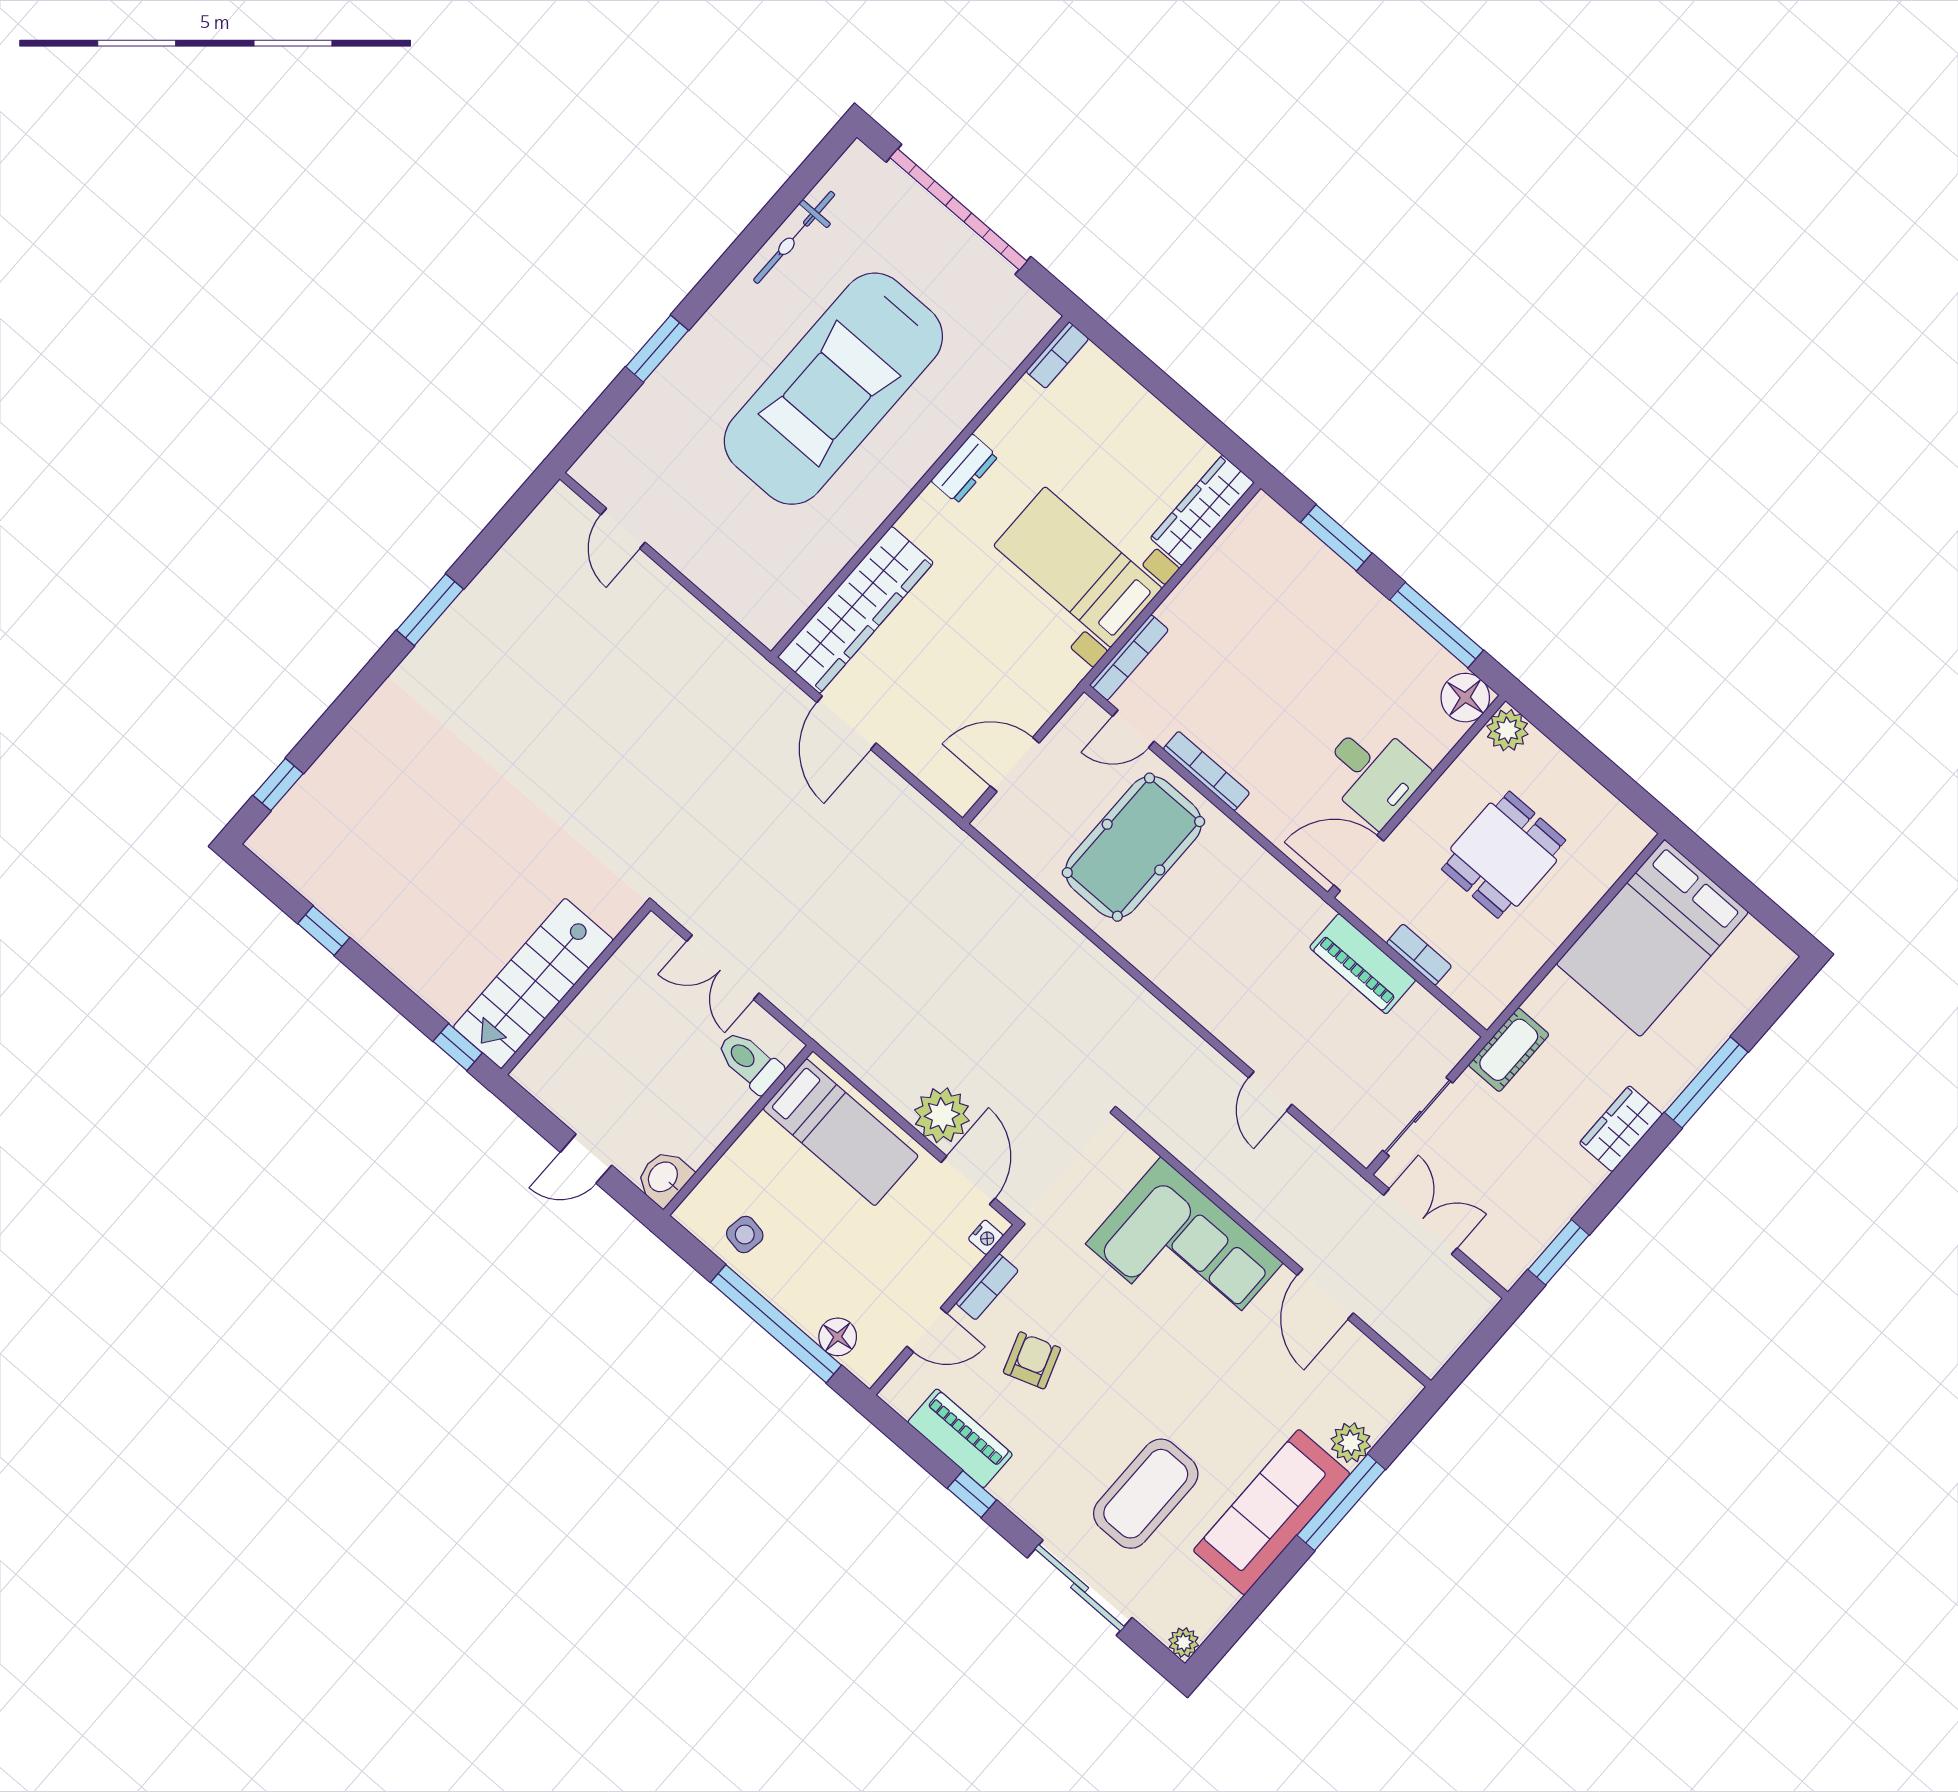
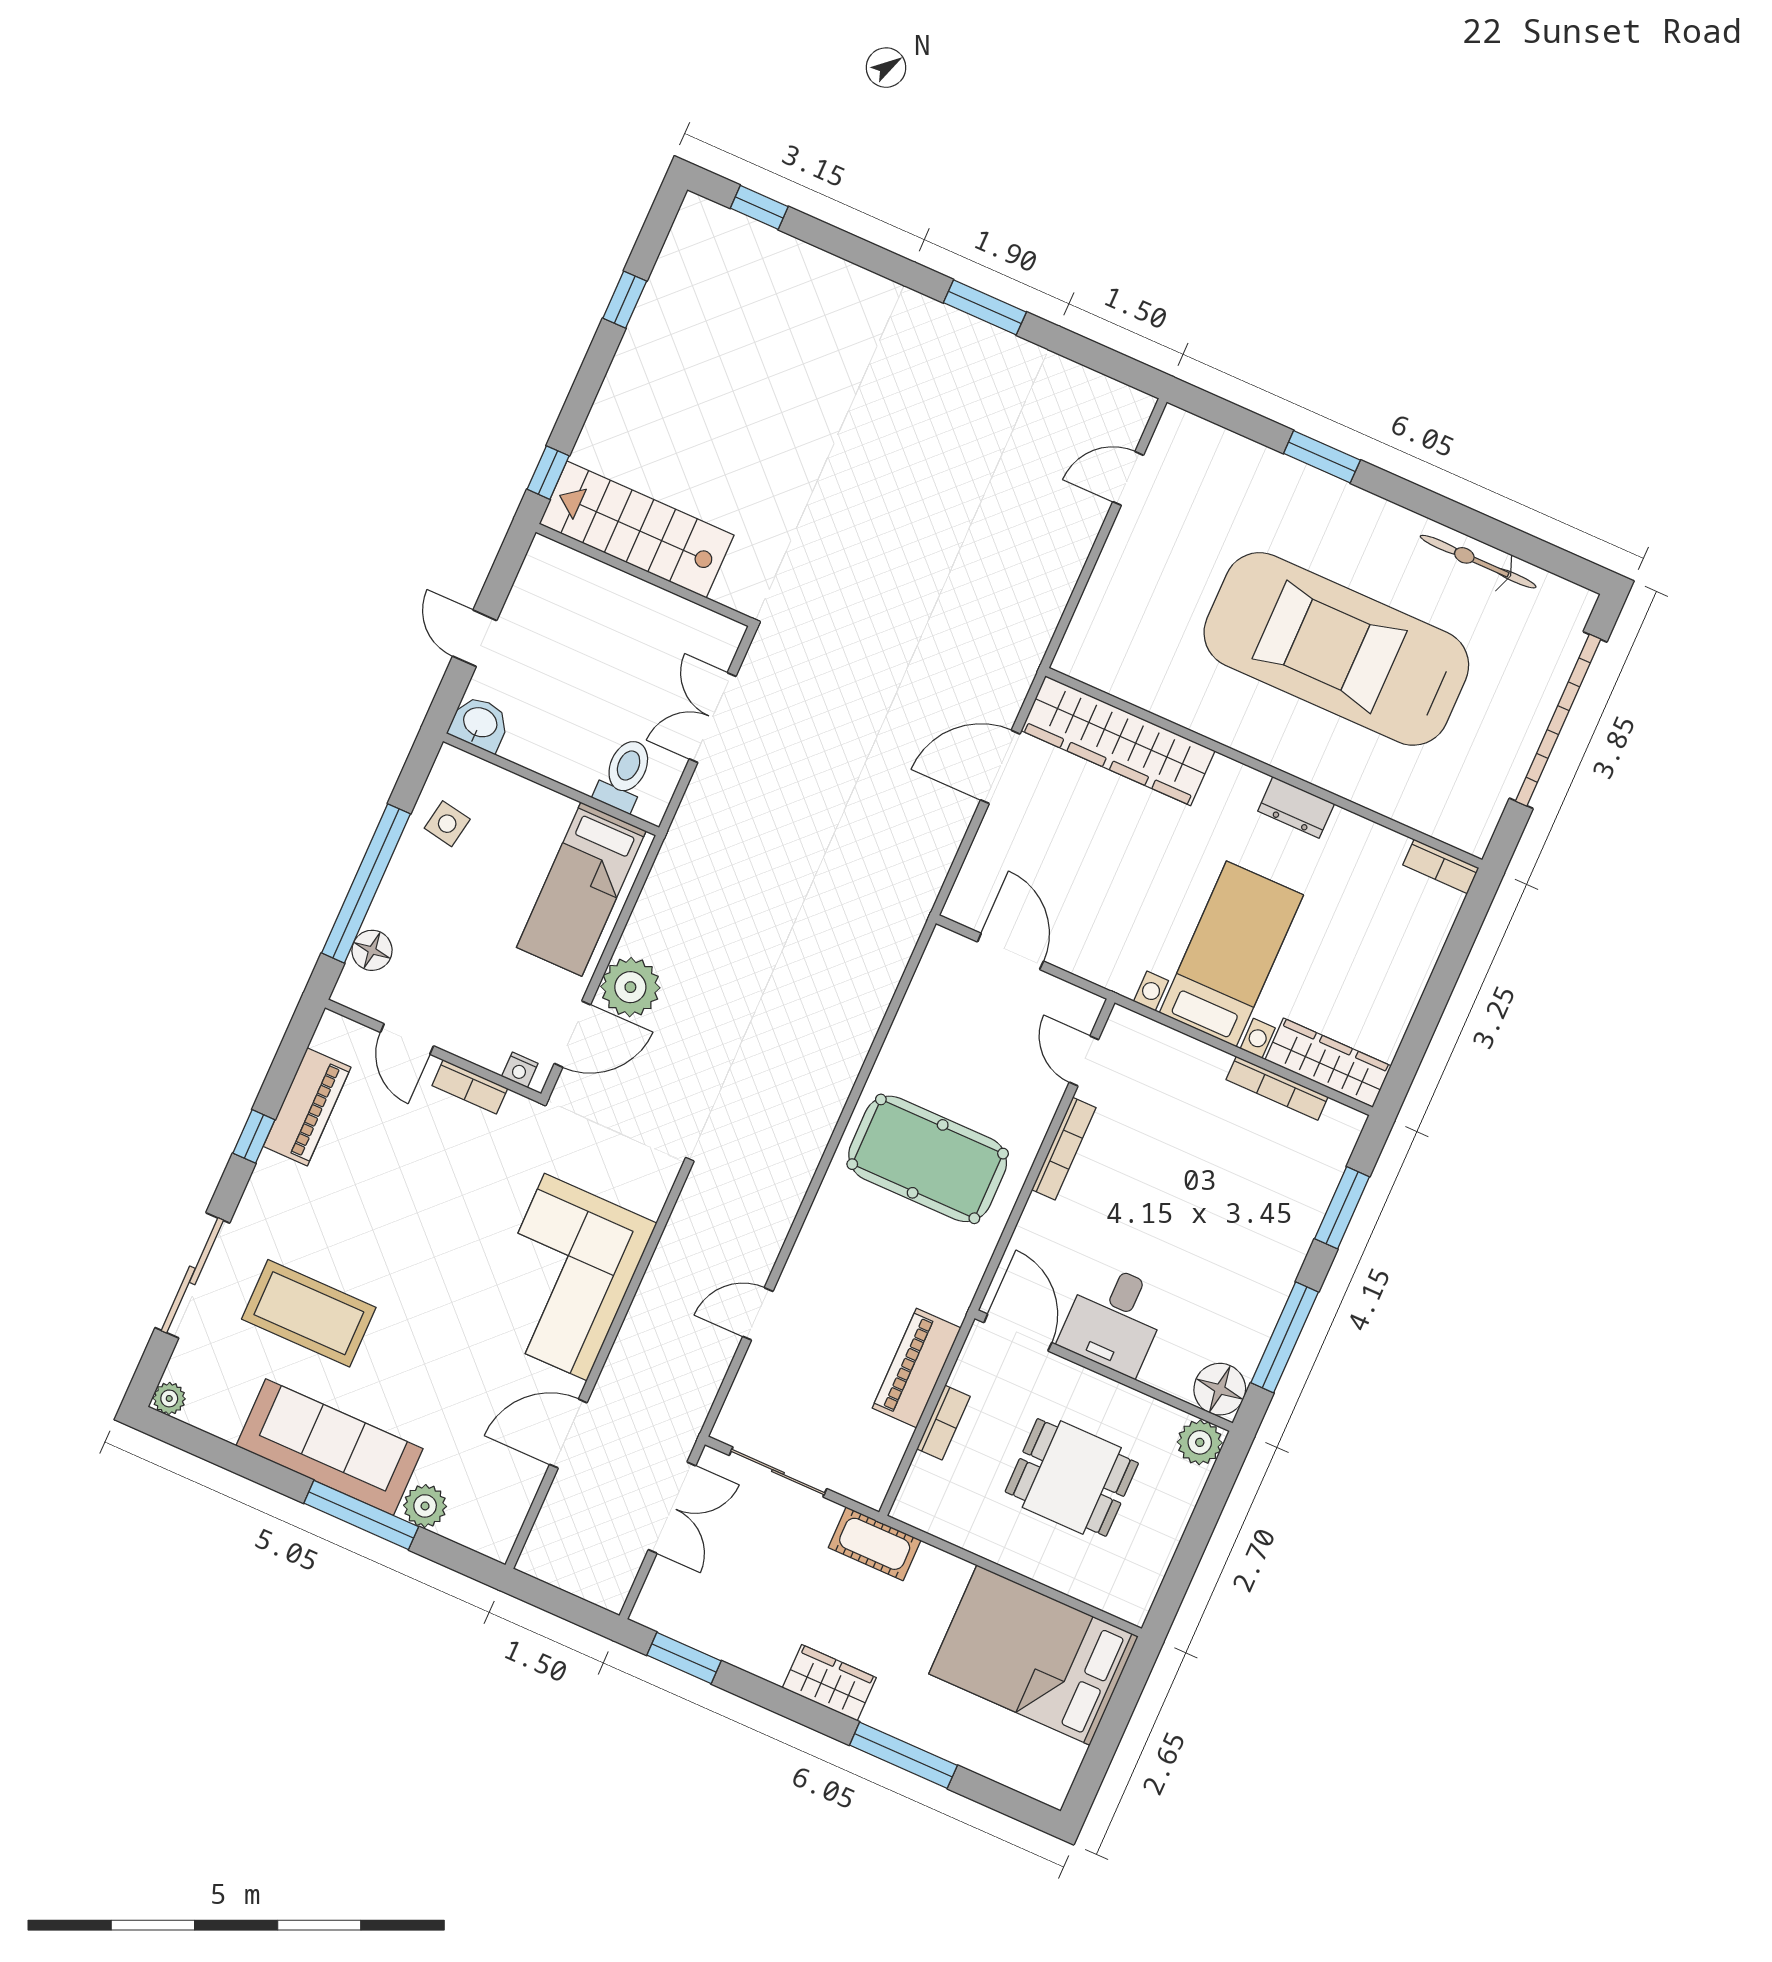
bookcase: (1129, 657) -> (1277, 1088), moved
pool table: (1133, 847) -> (928, 1159), moved
armchair: (1032, 1360) -> (409, 1156), removed

